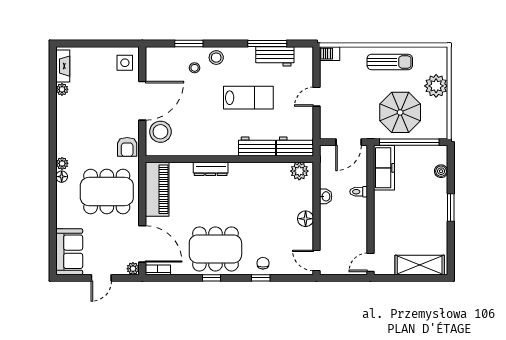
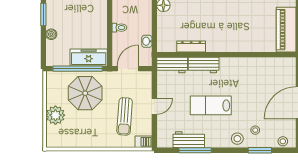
sun lounger: (390, 62) -> (125, 116), moved, turned -86
stool: (160, 132) -> (283, 141), moved, width x0.53, depth x0.53
freezer: (384, 168) -> (89, 57), moved, turned 90
dresser: (211, 169) -> (191, 46), moved
plant: (299, 171) -> (169, 45), removed
boiler: (441, 171) -> (51, 34), moved
washbasin: (326, 196) -> (147, 41), moved

